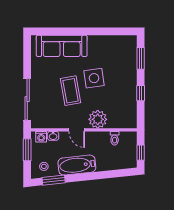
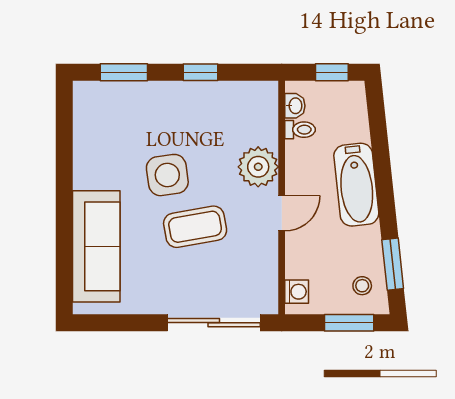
washbasin: (53, 136) -> (295, 106), moved
window: (27, 150) -> (349, 323), moved
bathtub: (77, 165) -> (356, 185), moved

